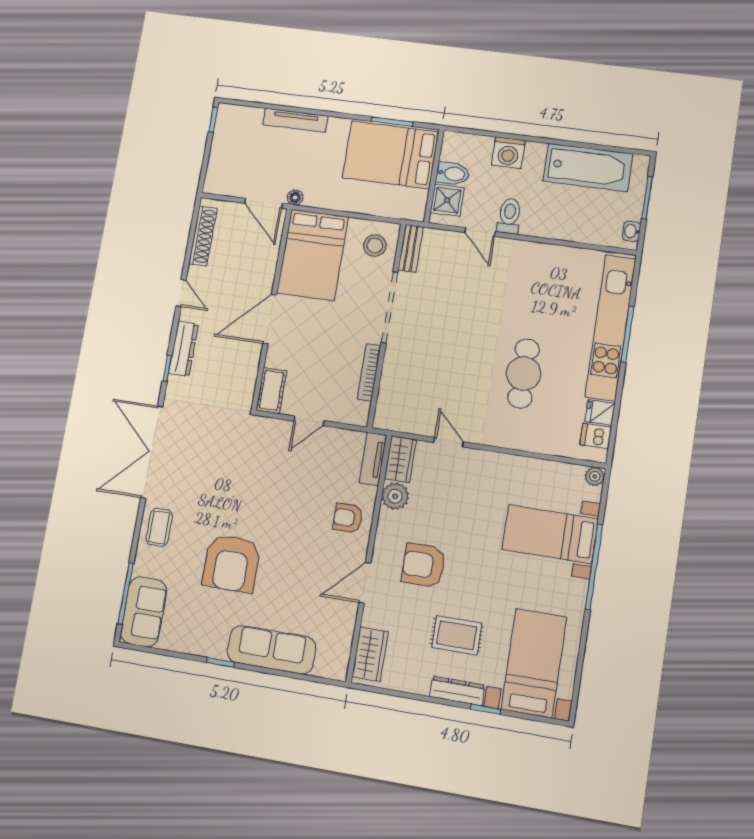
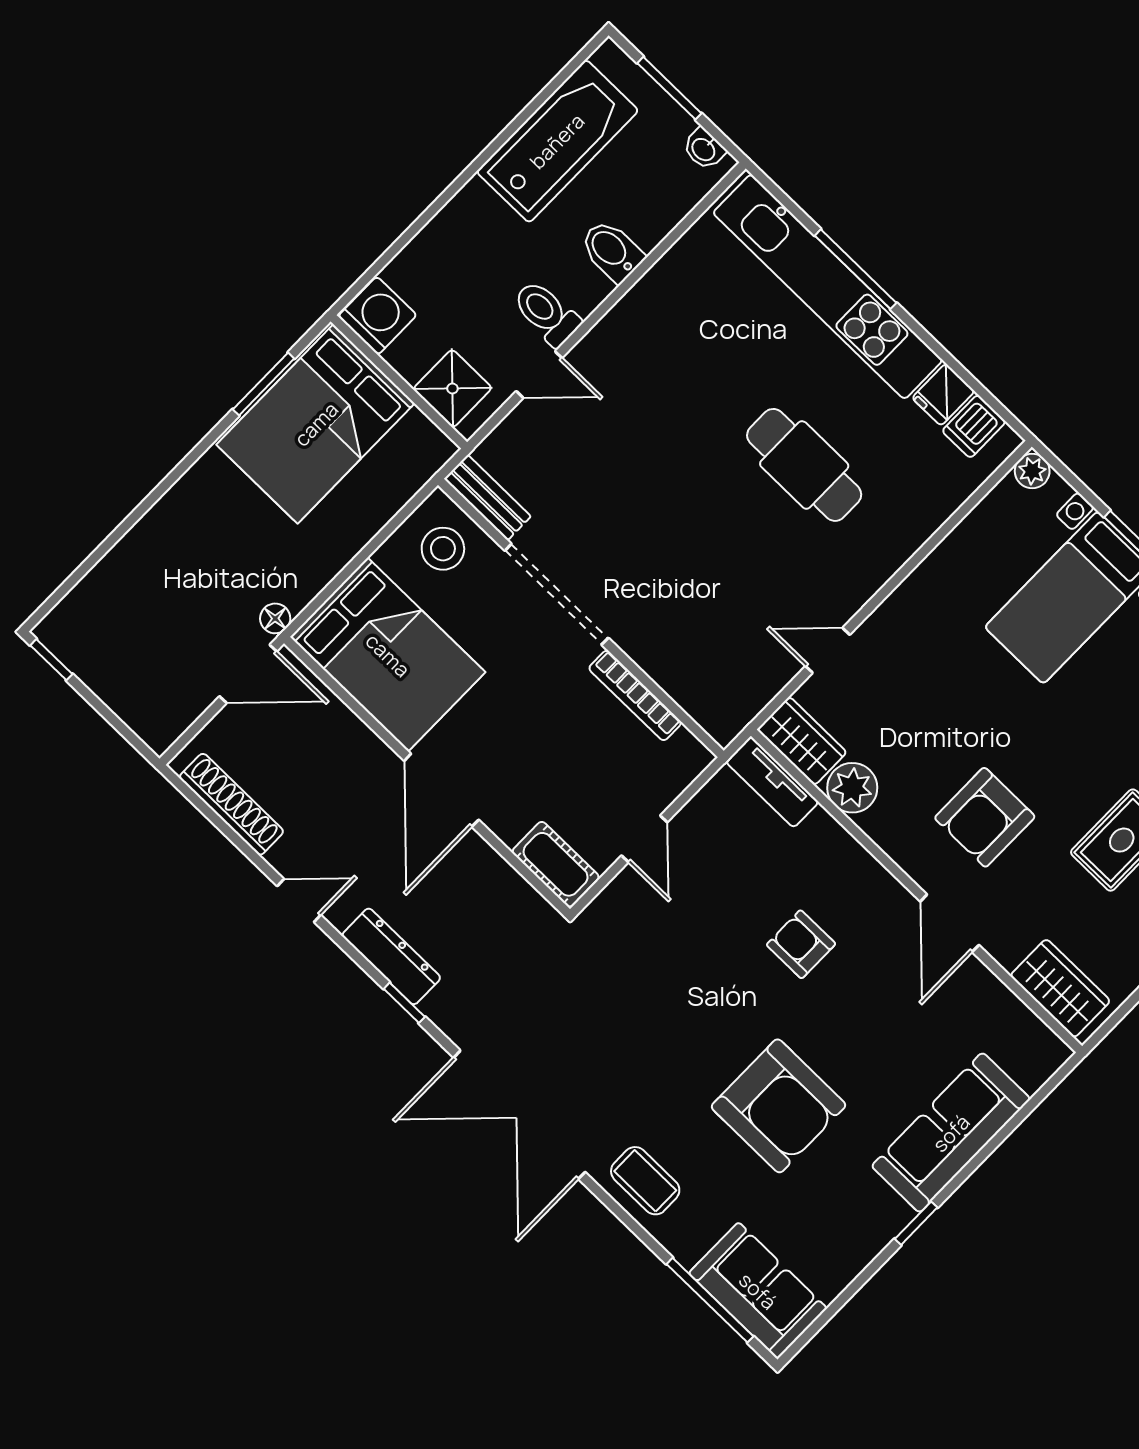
tv unit: (295, 120) -> (149, 532), removed
washing machine: (508, 153) -> (377, 316), moved, turned -90
bidet: (452, 174) -> (612, 251), moved, turned -90
armchair: (348, 518) -> (801, 944), moved, turned 90

